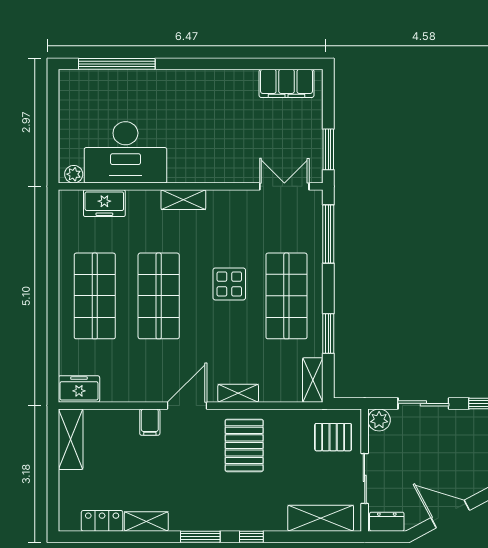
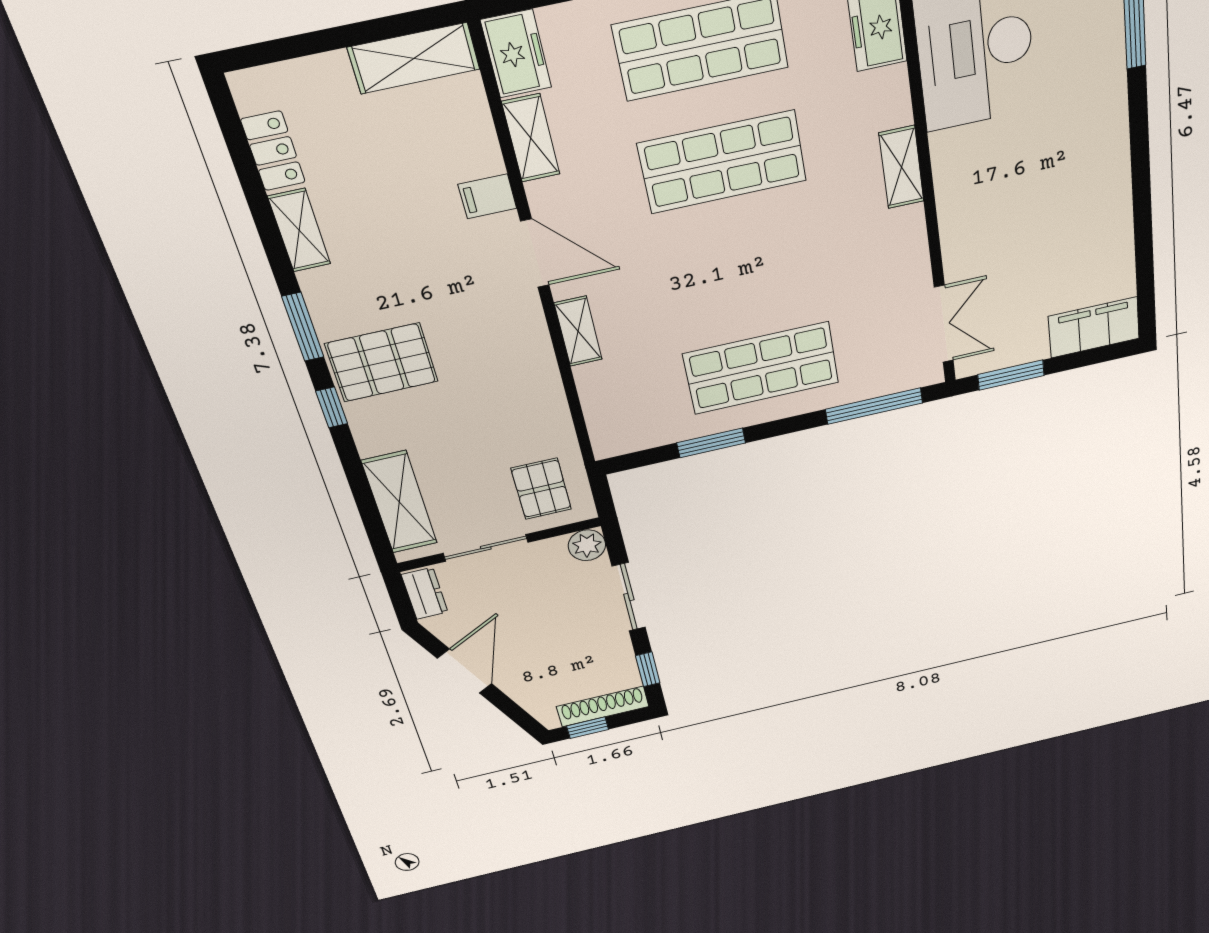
filing cabinet: (287, 83) -> (1094, 327), moved, turned 90
display table: (229, 284) -> (766, 275), removed
shelving: (313, 380) -> (531, 138), moved, turned 90
pallet: (244, 445) -> (382, 362), moved

